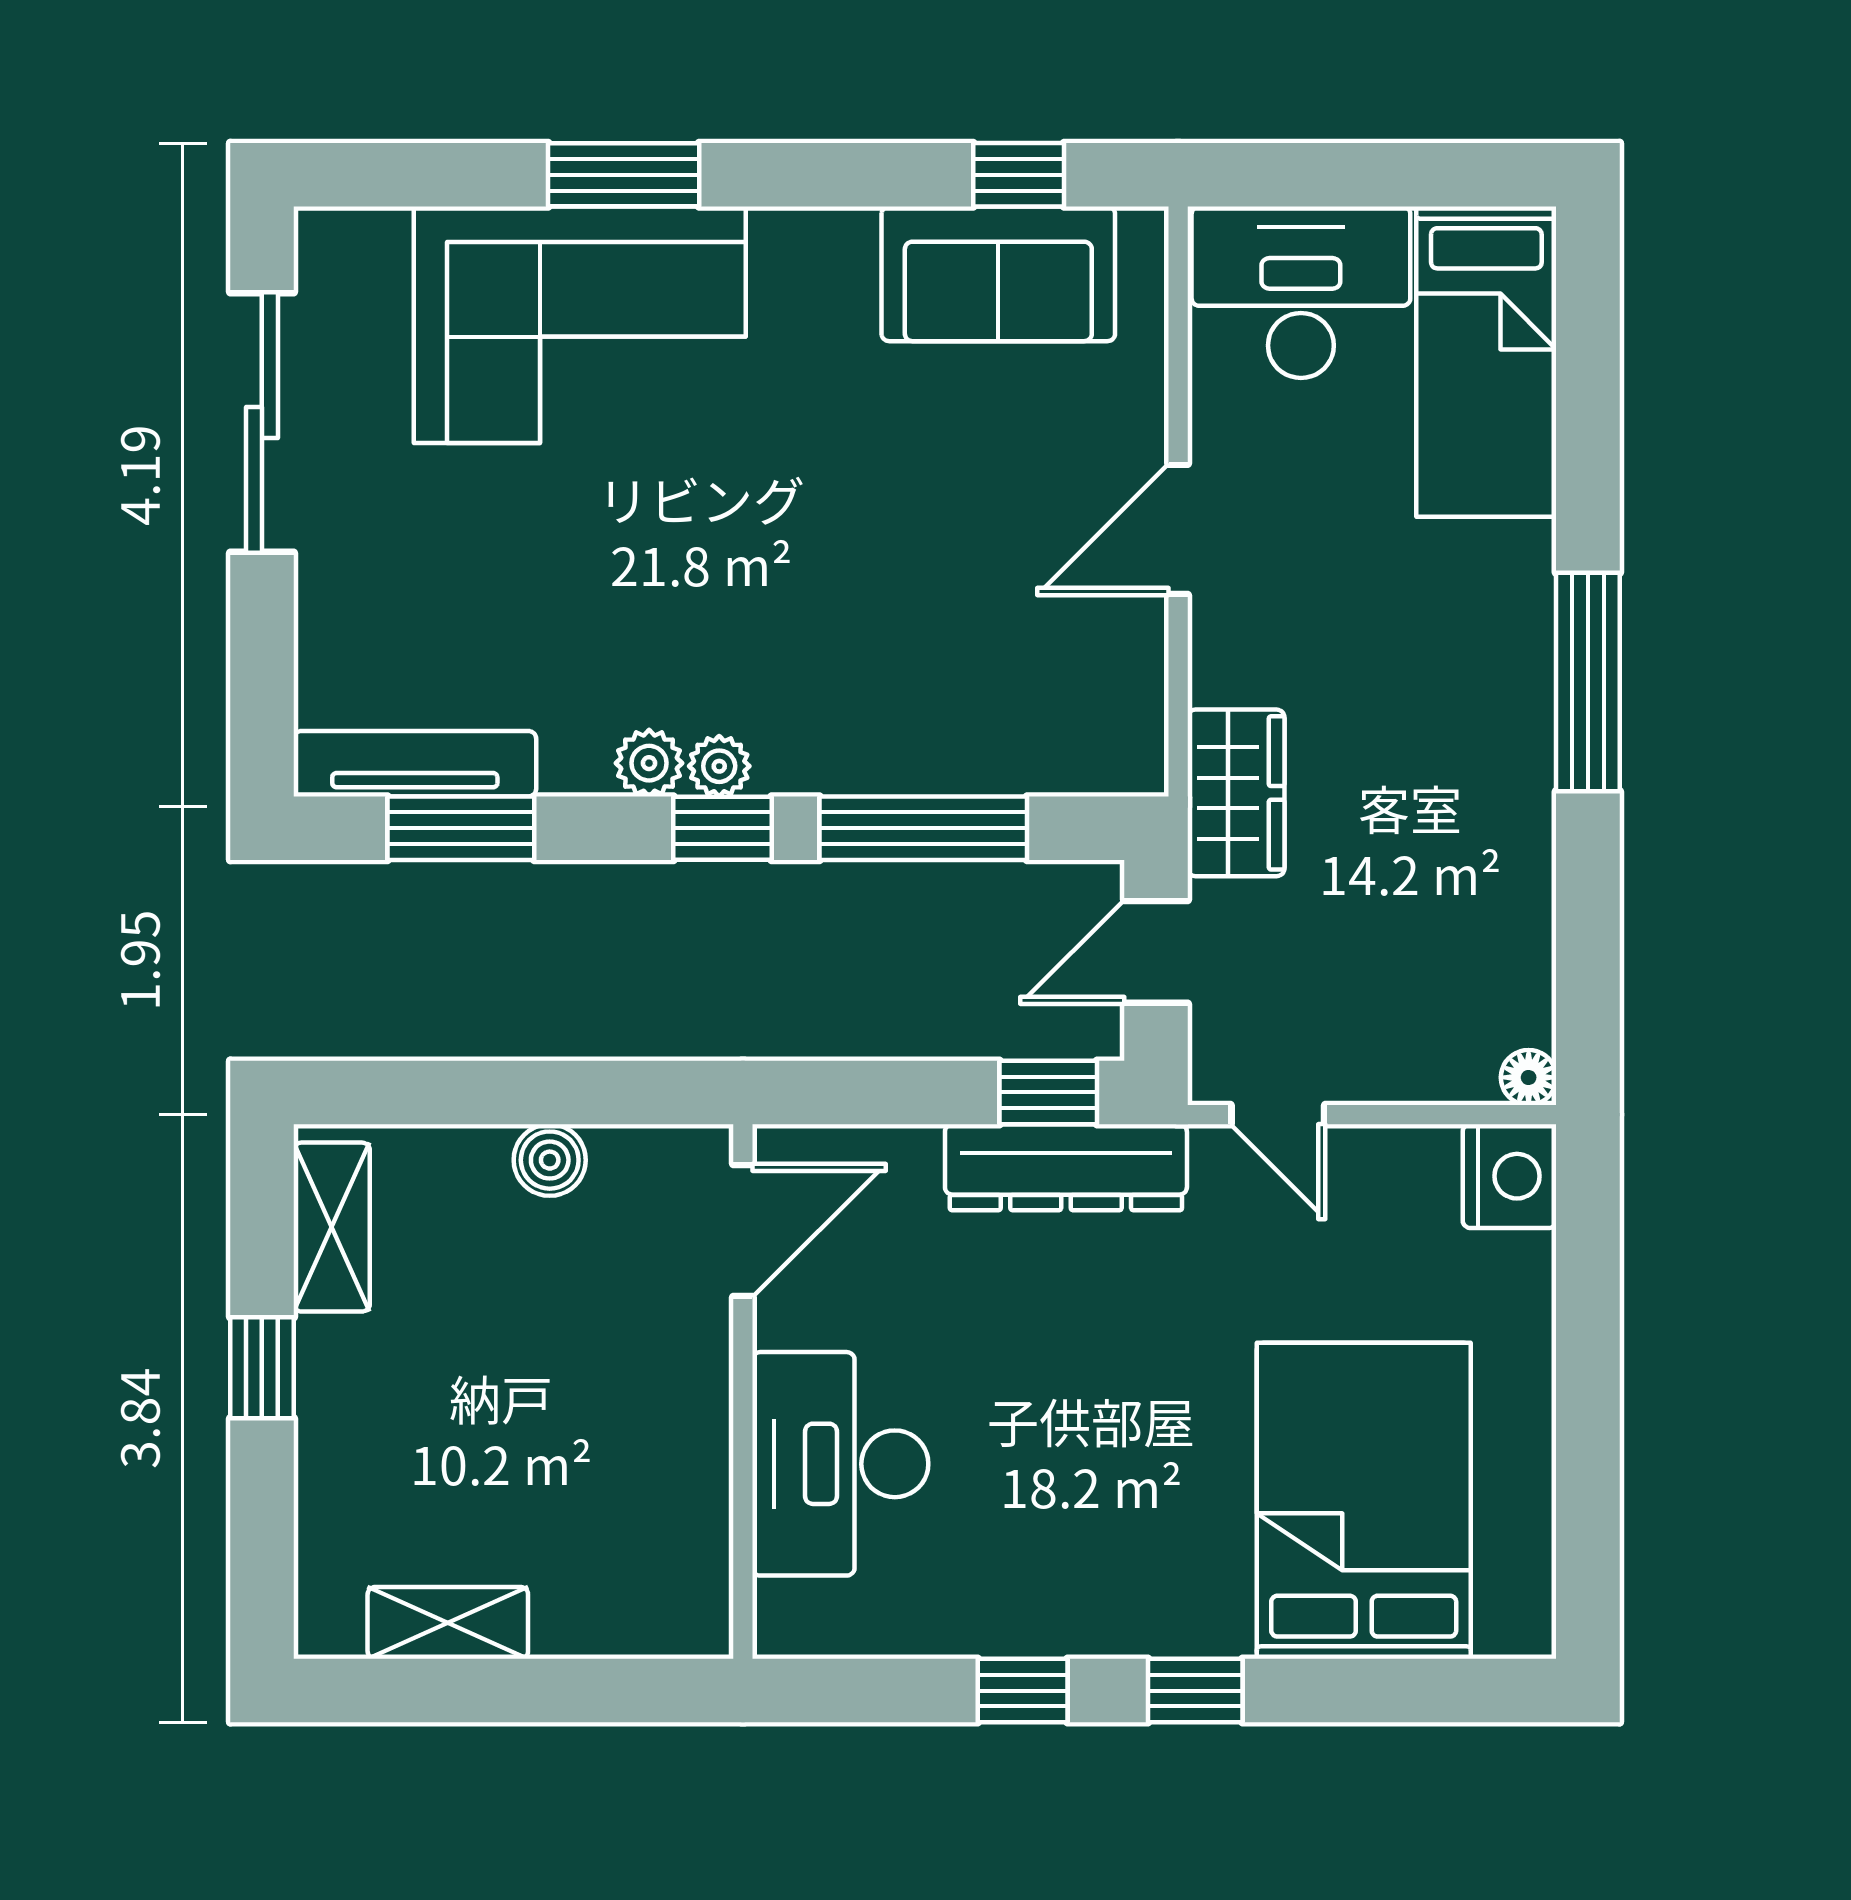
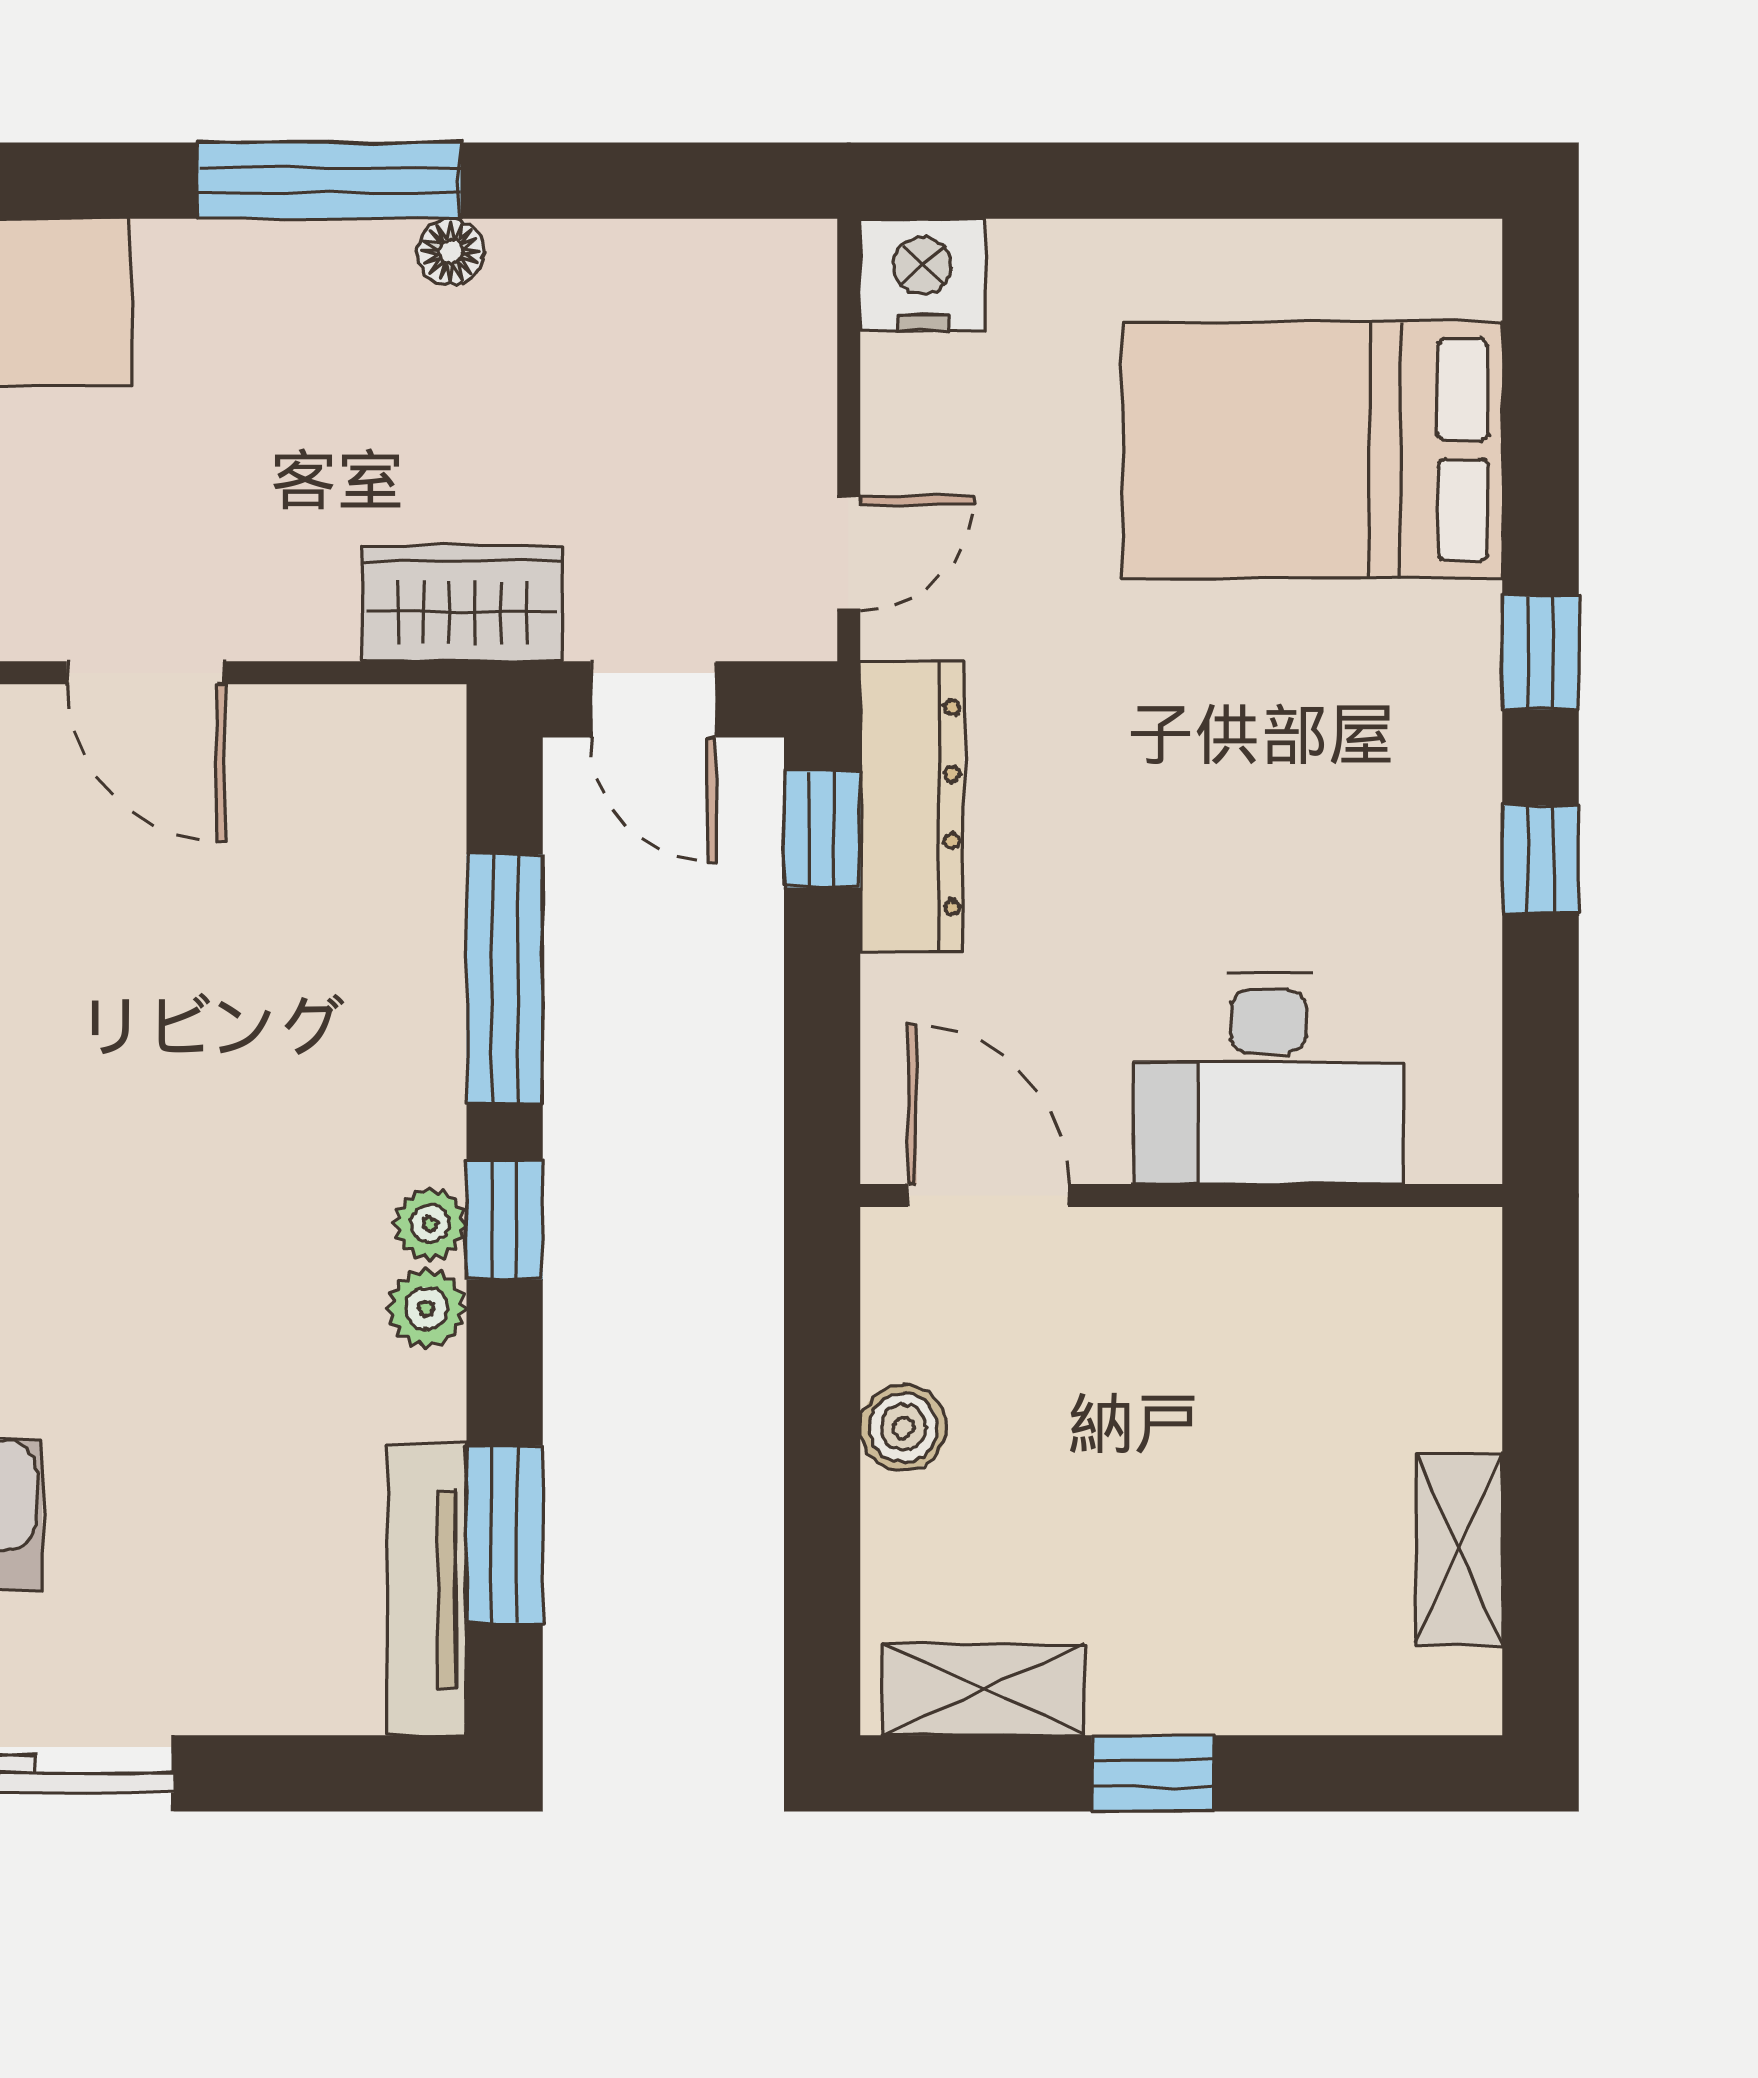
floor lamp: (1529, 1077) -> (451, 252), moved

